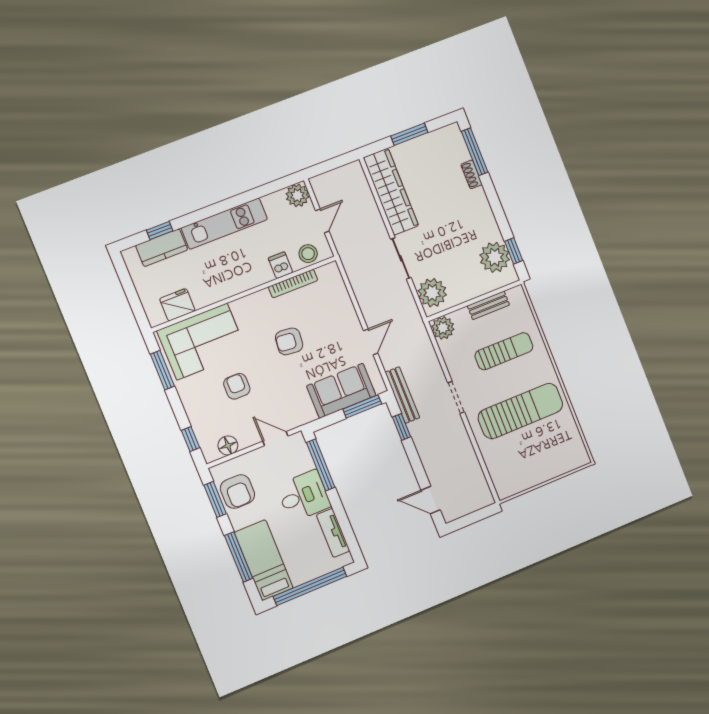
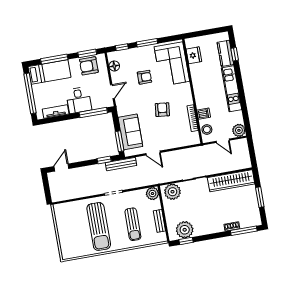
window: (162, 370) -> (147, 43), moved

